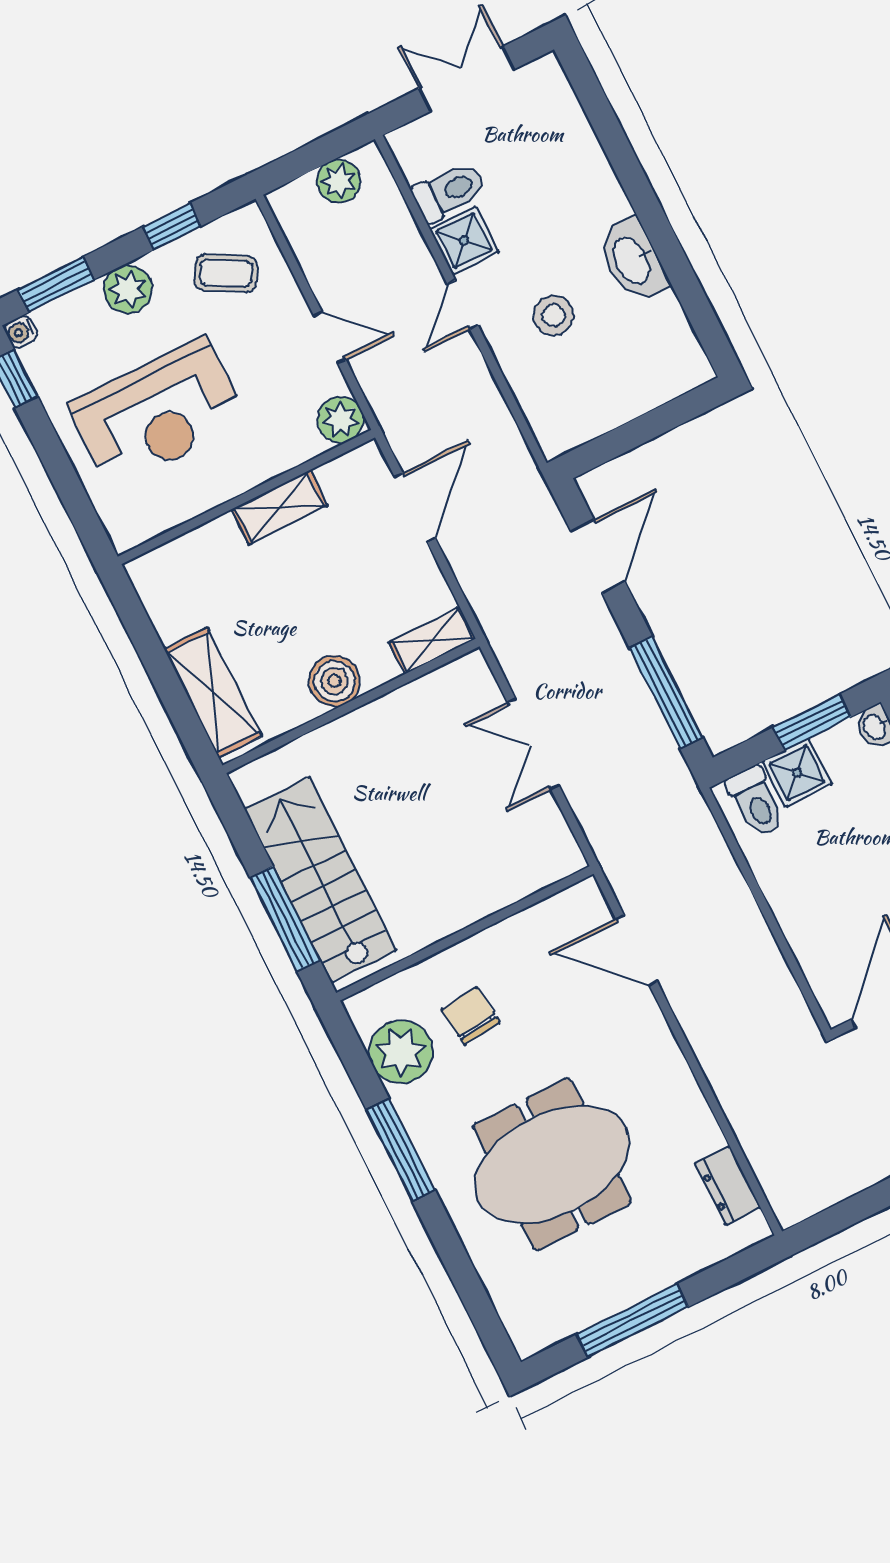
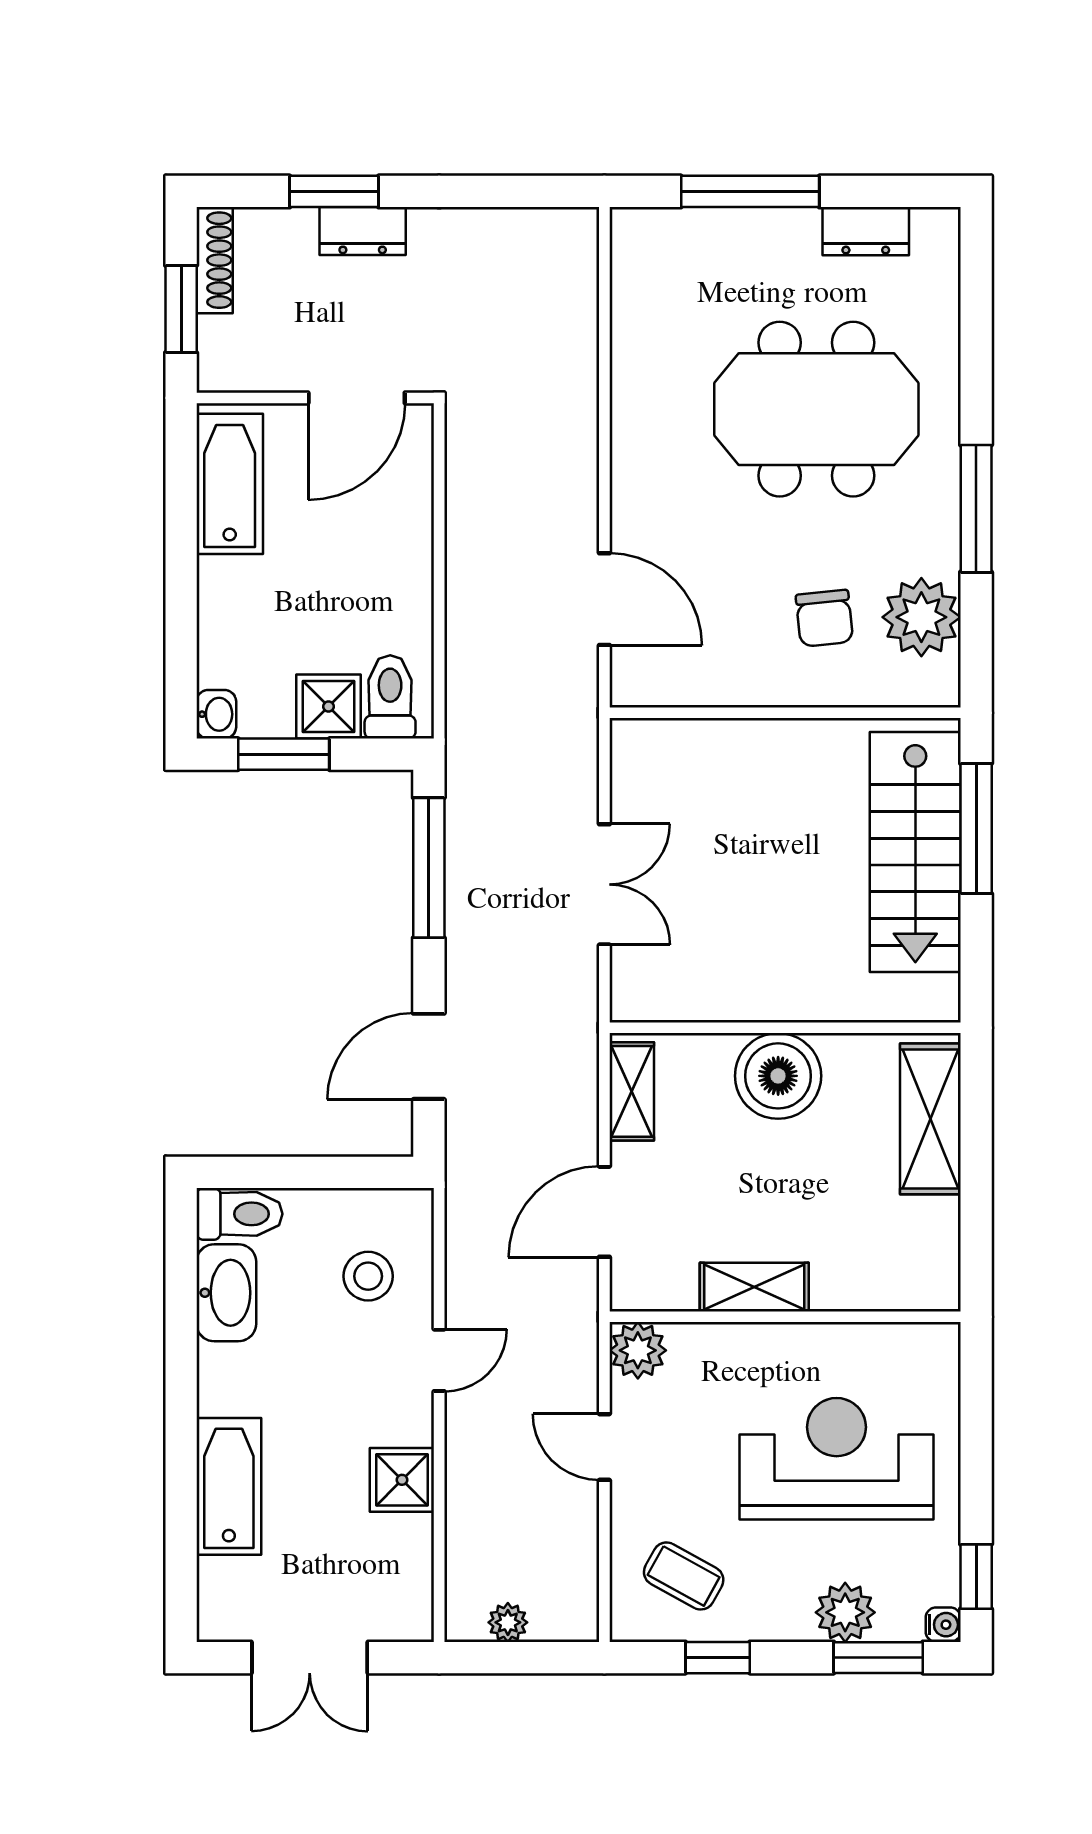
bathtub: (587, 173) -> (229, 1486), added
plant: (339, 181) -> (508, 1622), width x0.73, depth x0.73
toilet: (449, 192) -> (239, 1214), moved, turned 180
washbasin: (633, 260) -> (226, 1293), moved
plant: (128, 289) -> (845, 1612), moved
door: (463, 305) -> (439, 1360), moved
stool: (553, 315) -> (368, 1276), moved
shelving: (432, 640) -> (632, 1091), moved, turned 90
boiler: (334, 681) -> (778, 1076), width x1.37, depth x1.37
dresser: (728, 1185) -> (866, 231), moved, turned 90
window: (633, 1321) -> (750, 191), moved

